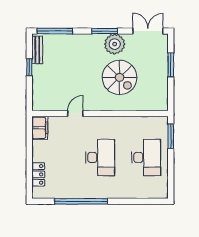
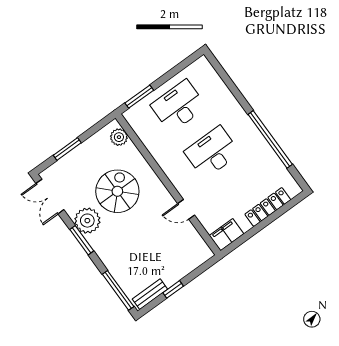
plant: (154, 104) -> (119, 137), added
locker: (38, 174) -> (268, 207), width x1.53

